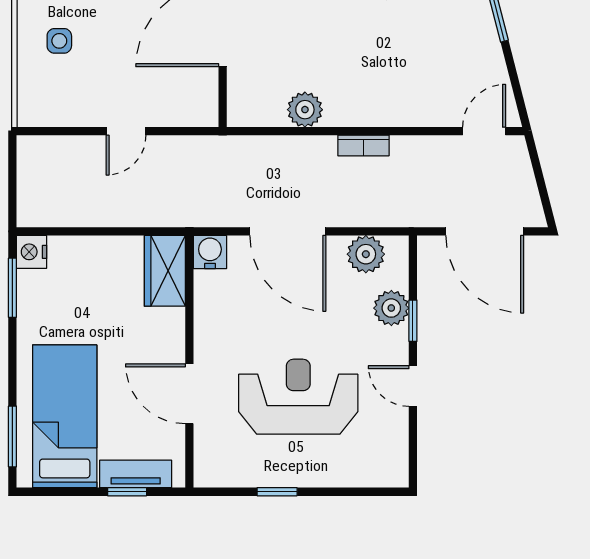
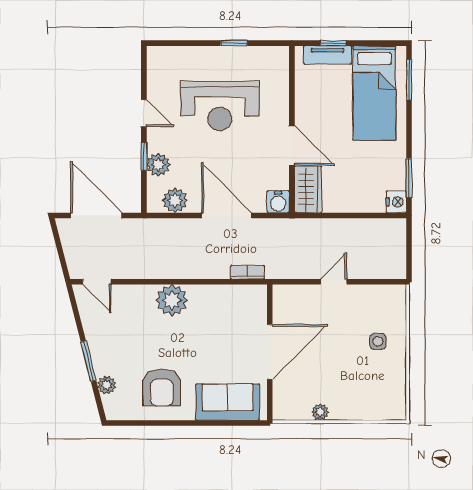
plant: (305, 110) -> (172, 300), moved, width x1.36, depth x1.36
door: (484, 131) -> (97, 282), hinge flipped
bookcase: (363, 146) -> (247, 272), moved
door: (189, 394) -> (292, 146), moved

